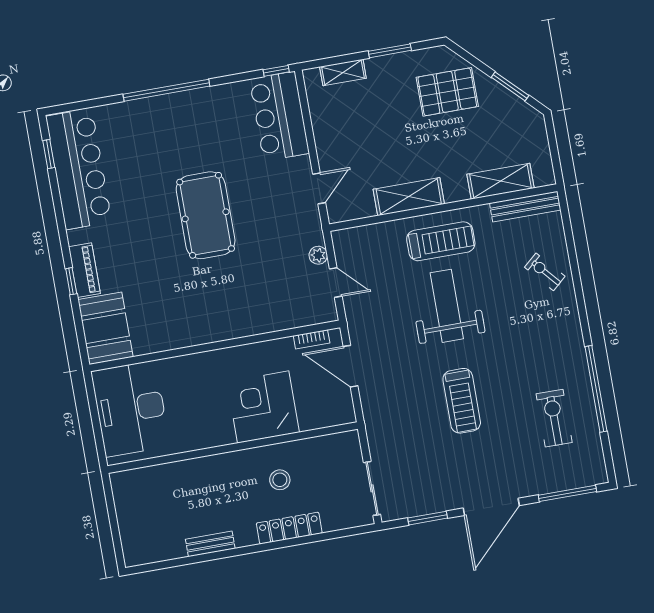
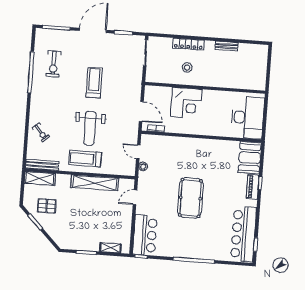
pallet: (447, 92) -> (47, 206), moved, width x0.67, depth x0.71
shelving: (500, 181) -> (40, 179), moved
shelving: (409, 197) -> (95, 183), width x1.47

